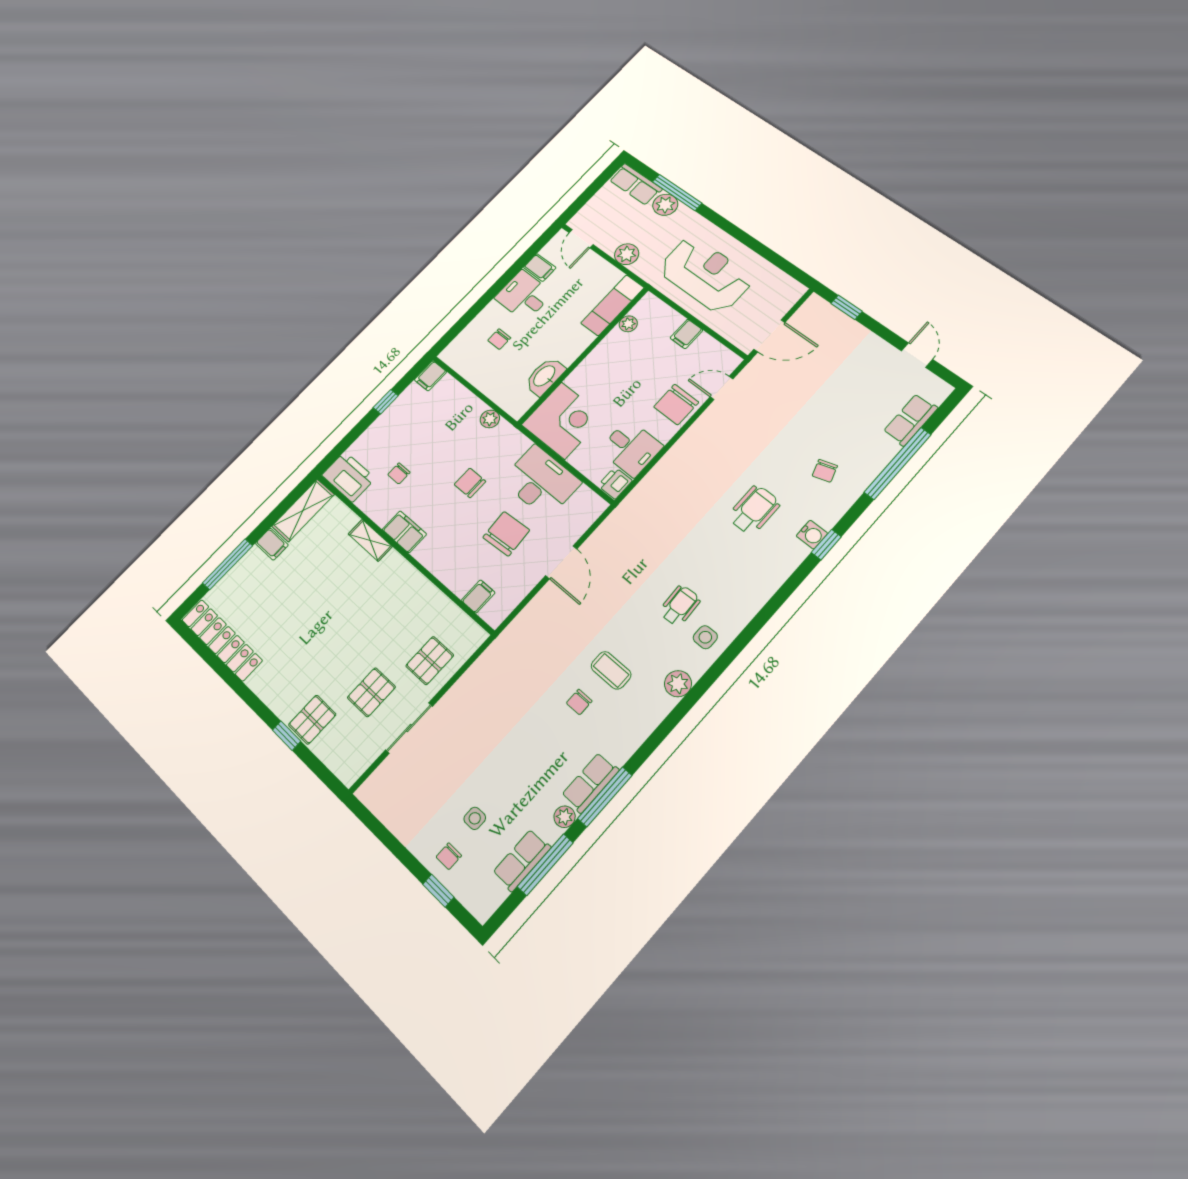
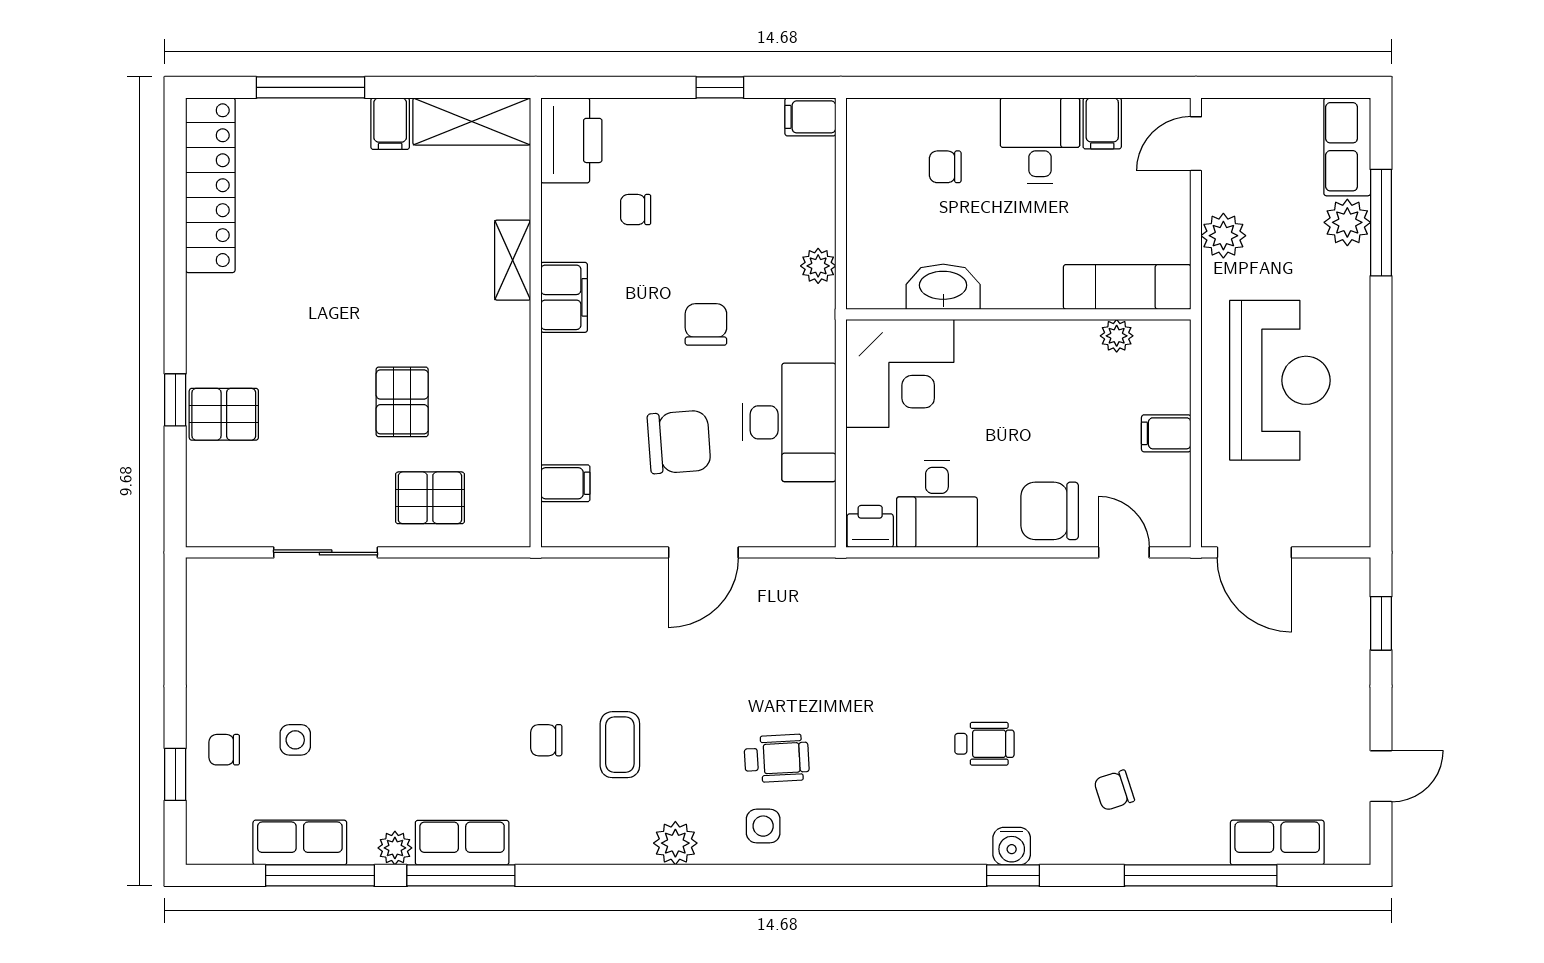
wheelchair: (754, 510) -> (984, 744), width x0.73, depth x0.73
pallet: (371, 692) -> (402, 402), moved, turned 90

